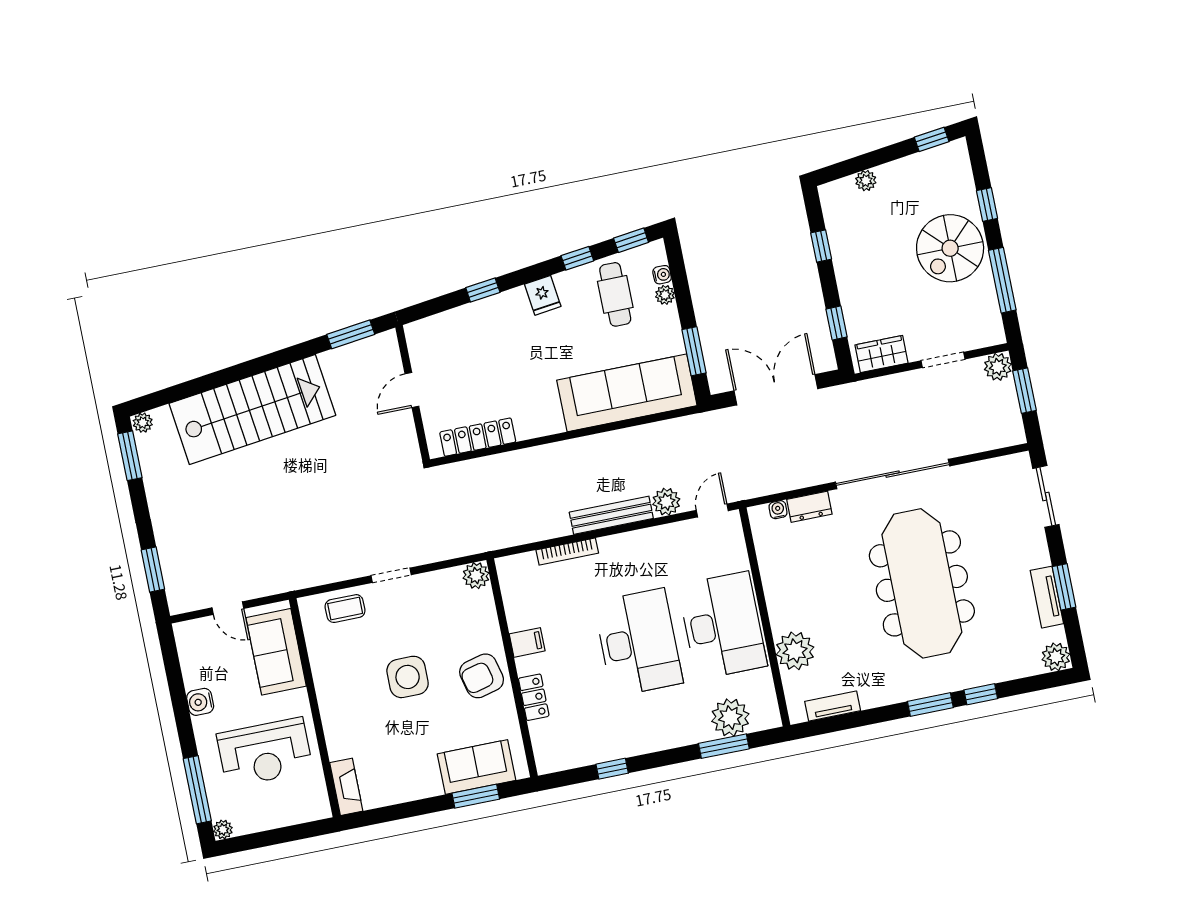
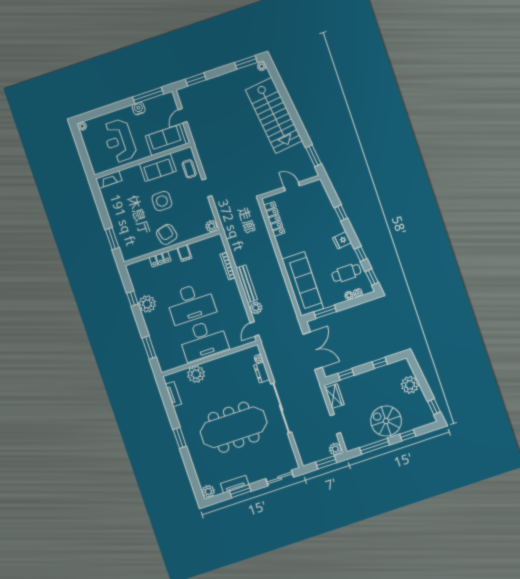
plant: (866, 181) -> (410, 385), width x1.87, depth x1.87
door: (712, 510) -> (254, 329), swing flipped
window: (981, 694) -> (187, 460), removed
plant: (730, 718) -> (147, 304), moved
sofa: (476, 767) -> (158, 167), moved, turned 90
window: (197, 790) -> (148, 96), moved

